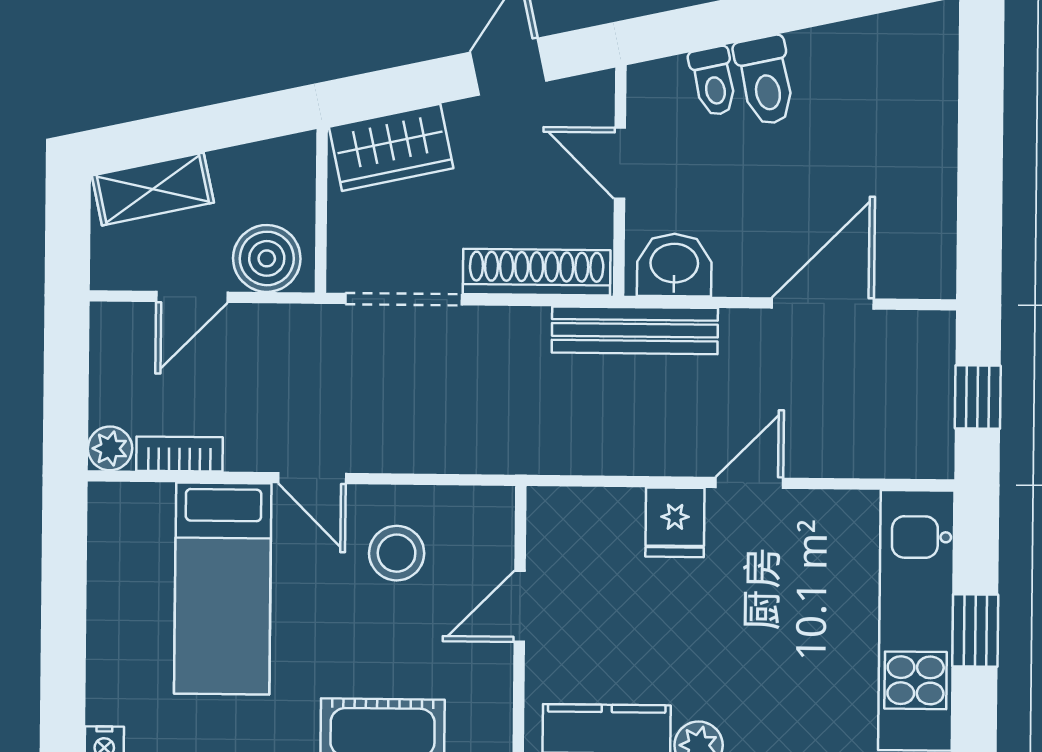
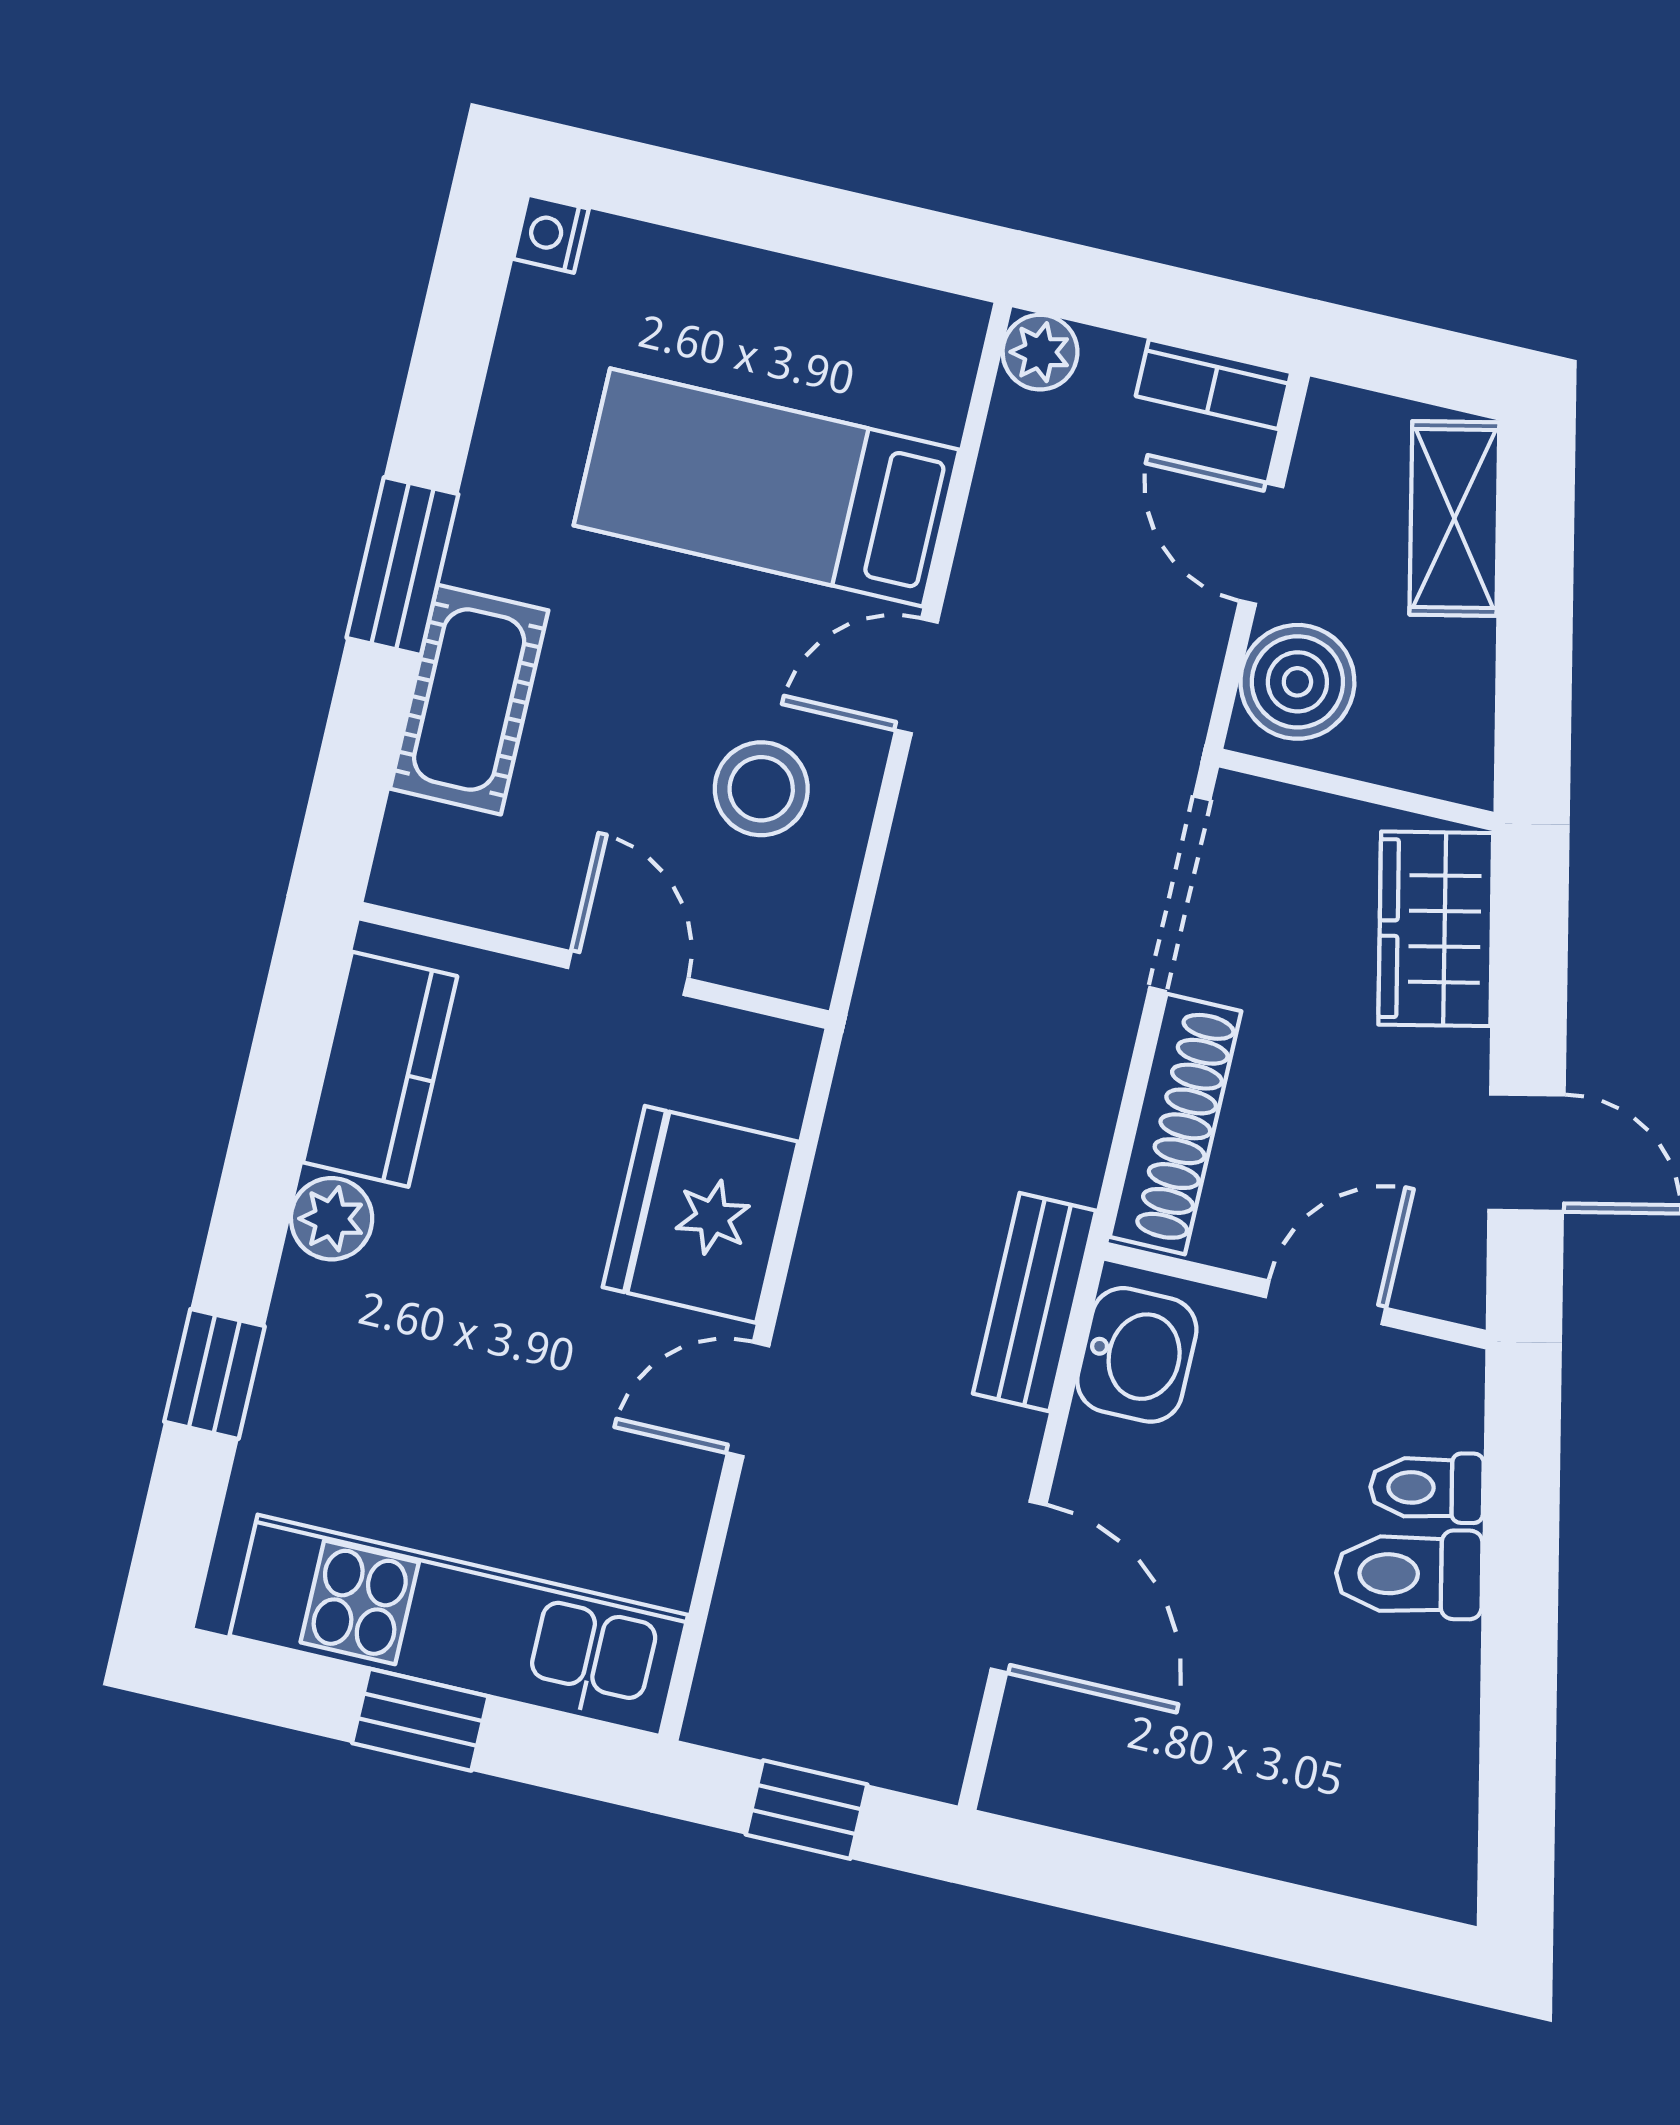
bench: (635, 330) -> (1035, 1302), width x0.73
bookcase: (180, 454) -> (1213, 384), moved, turned 90
door: (749, 483) -> (748, 1399), swing flipped
fridge: (675, 522) -> (700, 1214), width x1.88, depth x1.34

